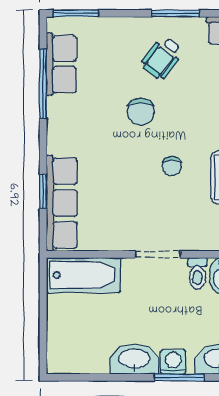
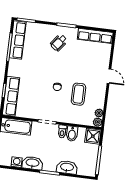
row of seats: (61, 64) -> (18, 40), width x1.48
chair: (141, 112) -> (47, 63), removed
washing machine: (173, 362) -> (17, 162), moved

